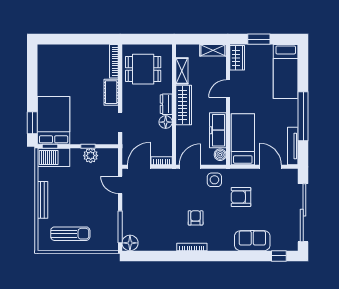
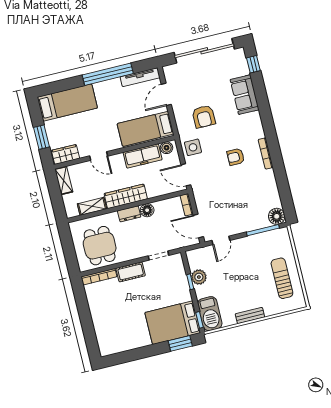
bench: (43, 200) -> (250, 315), width x0.73

